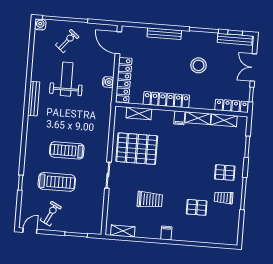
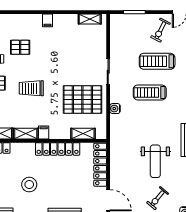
water cooler: (108, 82) -> (115, 109), moved
treadmill: (67, 150) -> (150, 92), turned 180
trolley: (150, 200) -> (31, 88), moved

